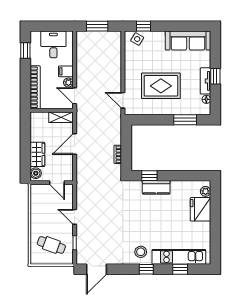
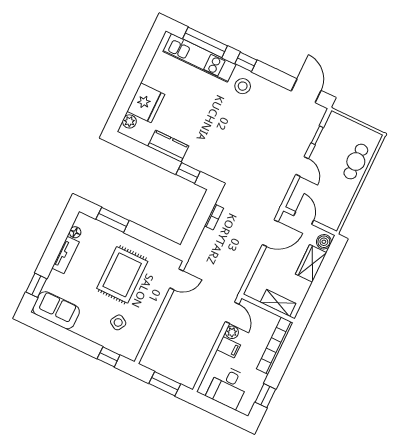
side table: (137, 39) -> (118, 322), moved
sofa: (188, 41) -> (56, 310), width x0.73
window: (215, 76) -> (36, 285), moved
rug: (161, 86) -> (122, 275), turned 90
door: (123, 100) -> (177, 279), hinge flipped
shelving: (61, 117) -> (278, 303), moved
door: (75, 144) -> (270, 233), moved
kitchen counter: (156, 187) -> (168, 146), moved
cafe table: (51, 245) -> (356, 161), moved, turned 70
door: (96, 269) -> (306, 91), hinge flipped
window: (180, 269) -> (205, 42), width x2.17

